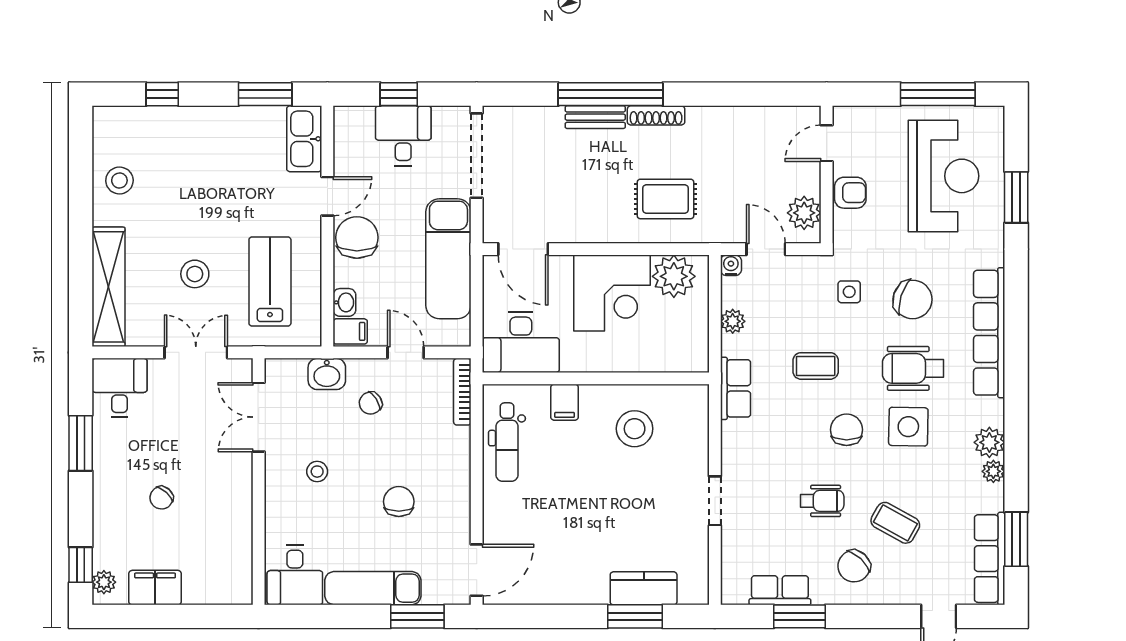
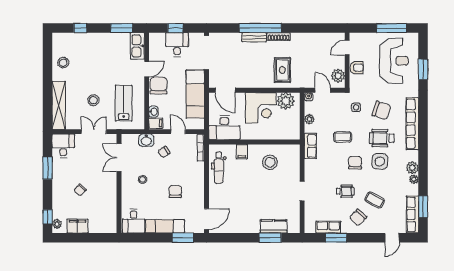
rug: (665, 199) -> (282, 70), turned 90

